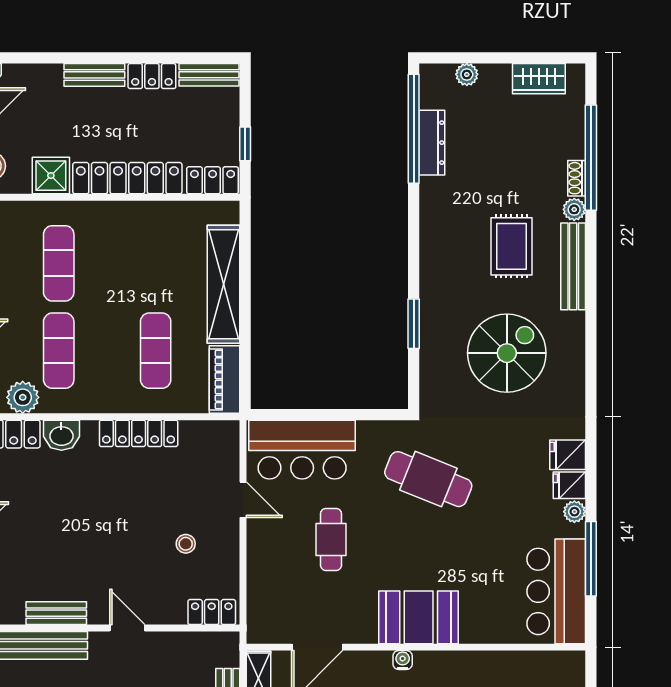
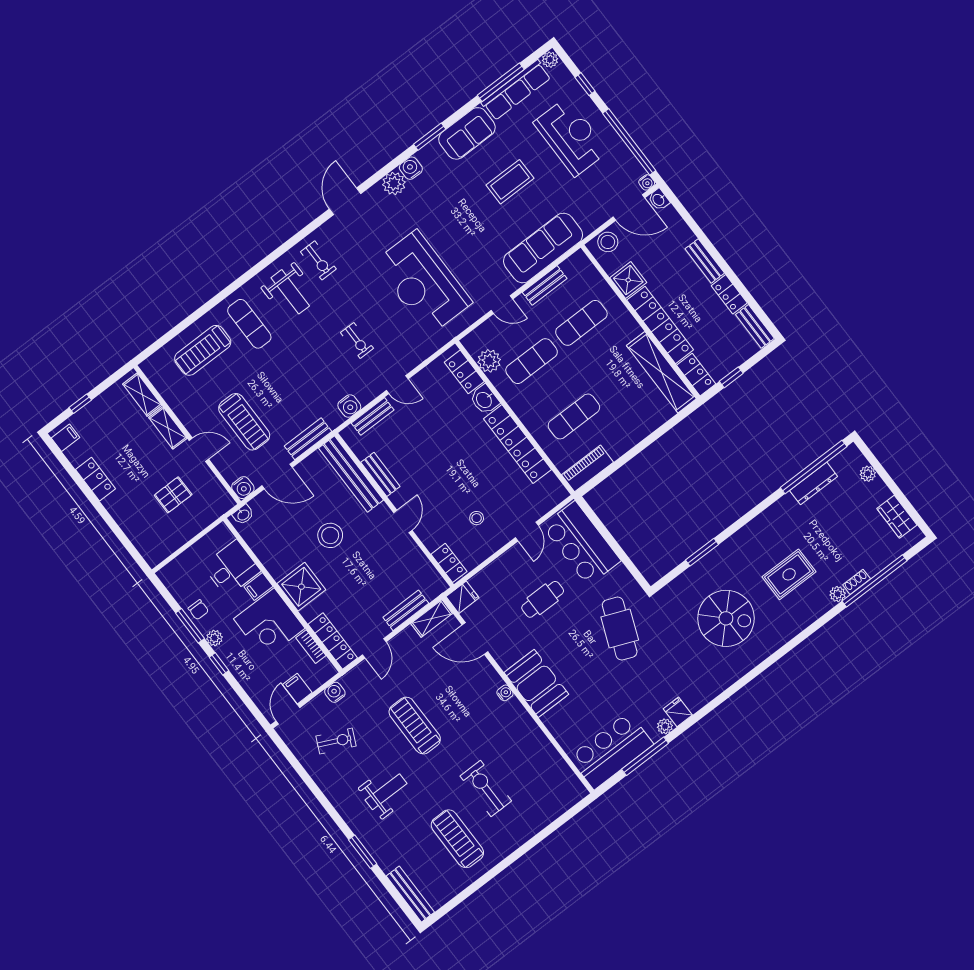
bench: (573, 266) -> (805, 618), removed
shelving: (224, 284) -> (661, 372), moved, turned 90
locker: (139, 433) -> (518, 444), width x1.41, depth x1.21
fridge: (568, 455) -> (462, 597), moved, turned 90

